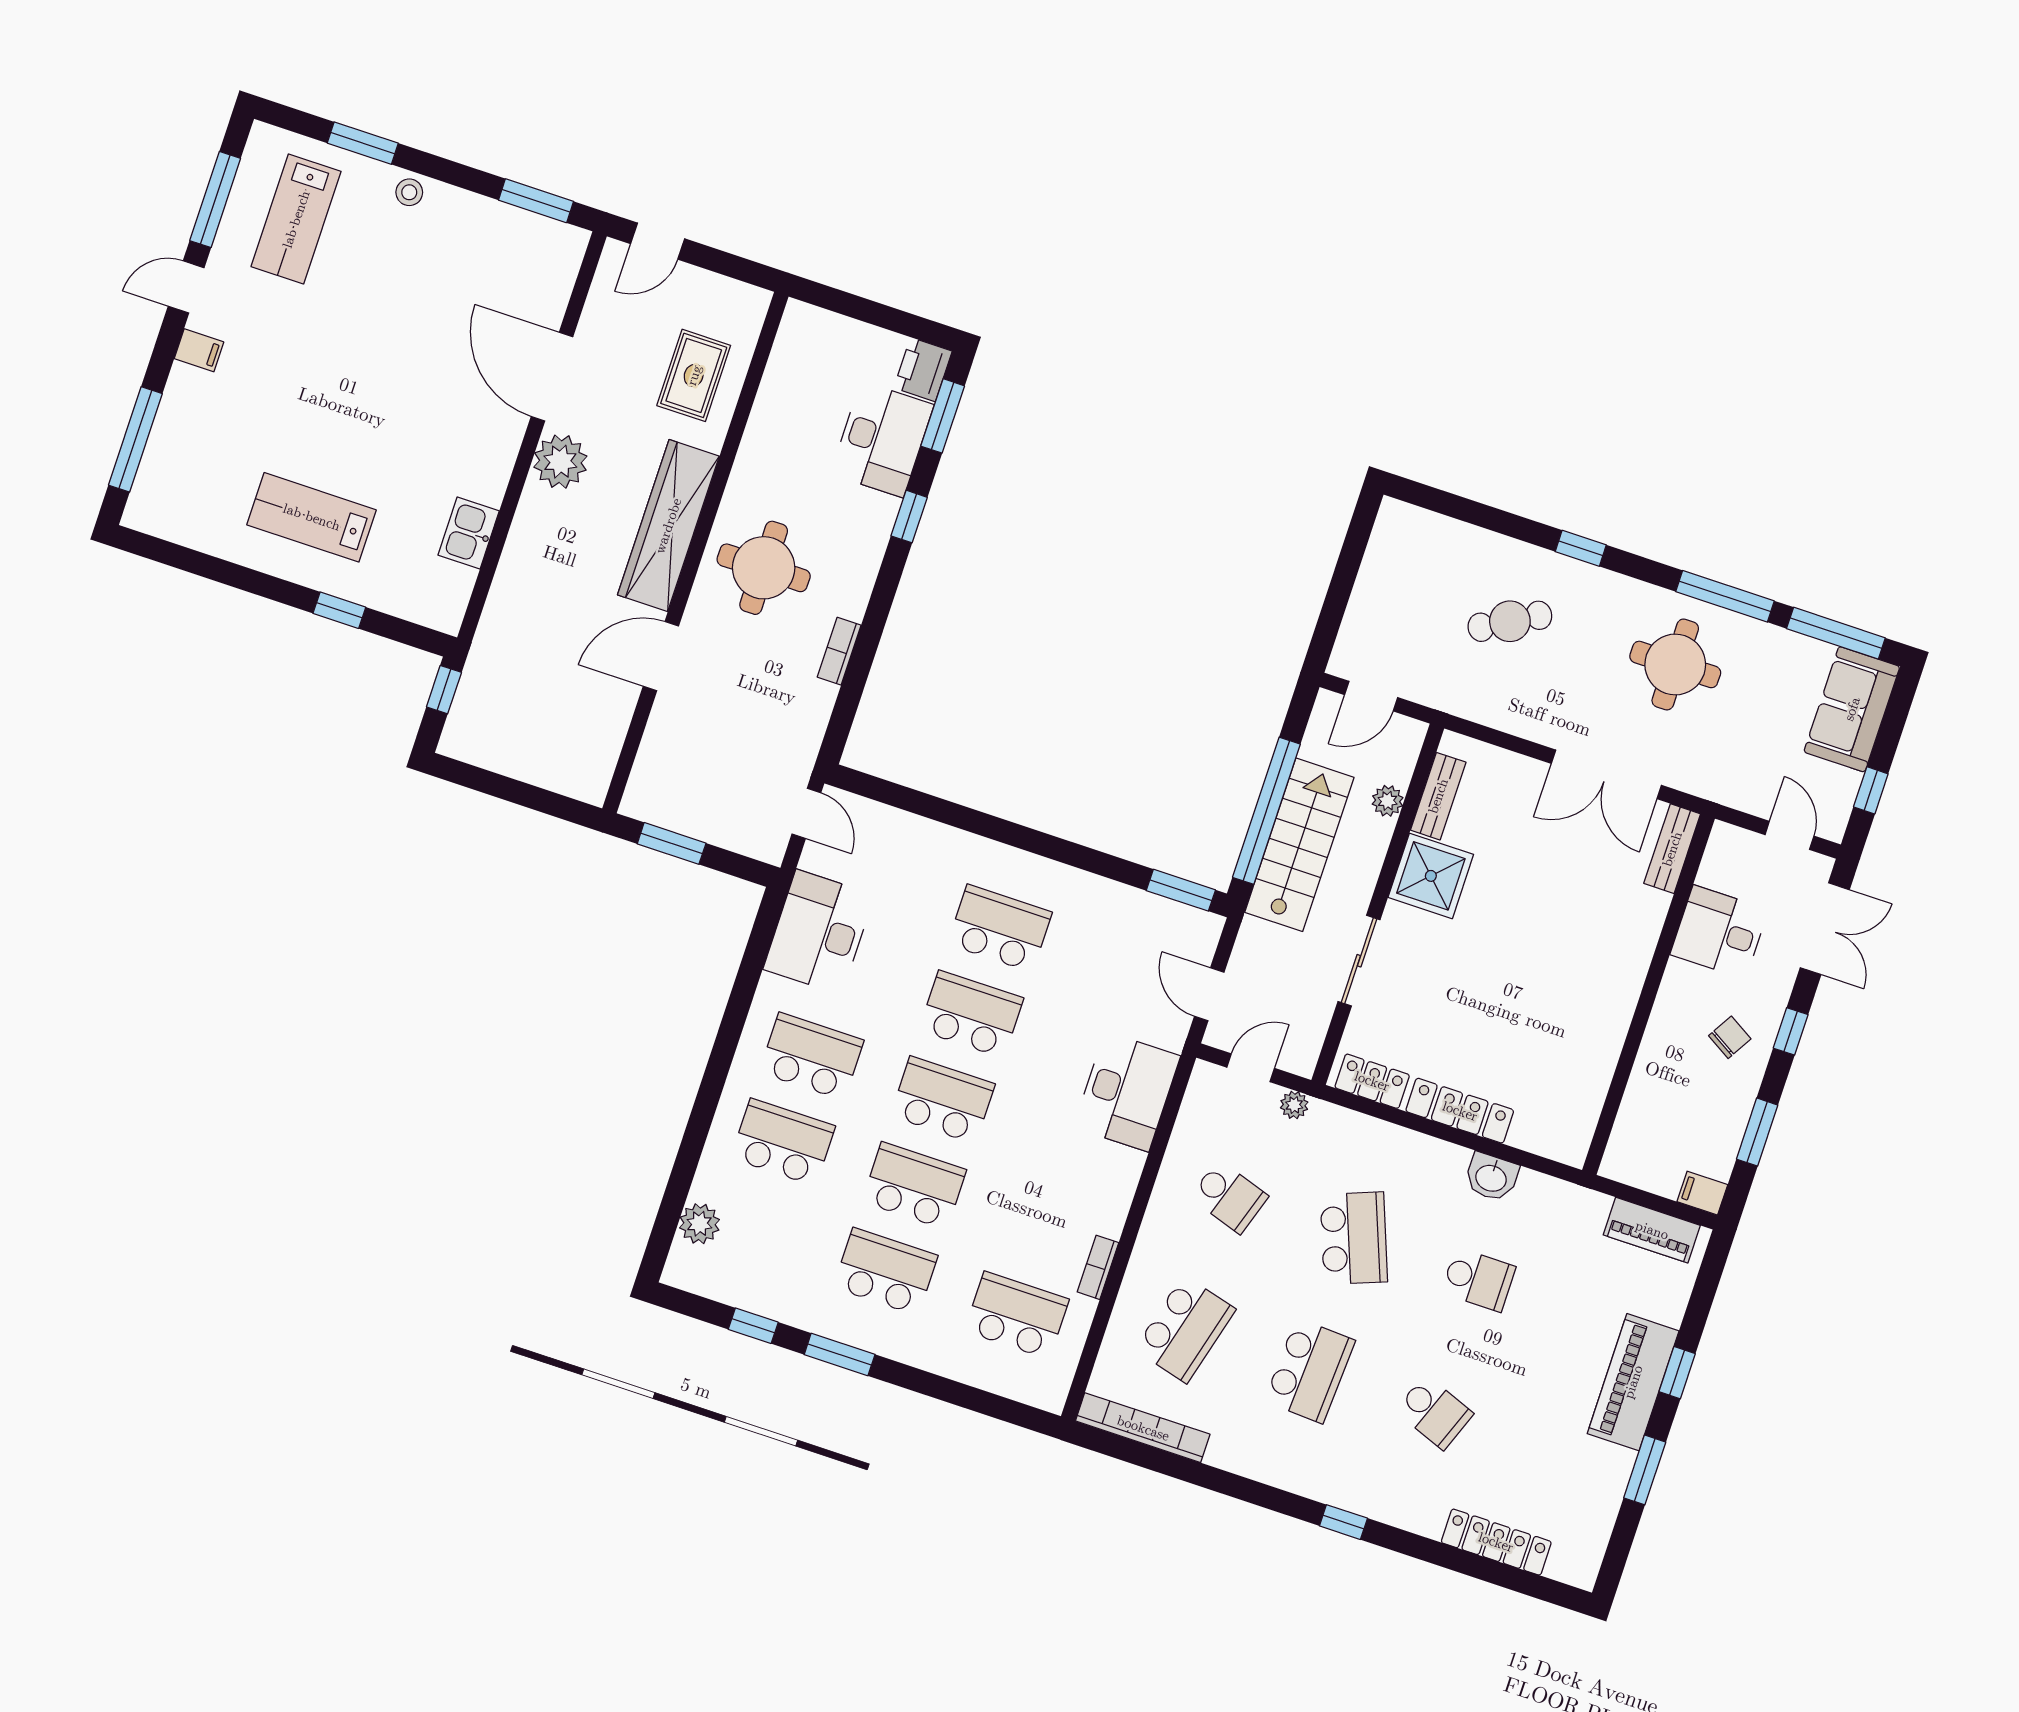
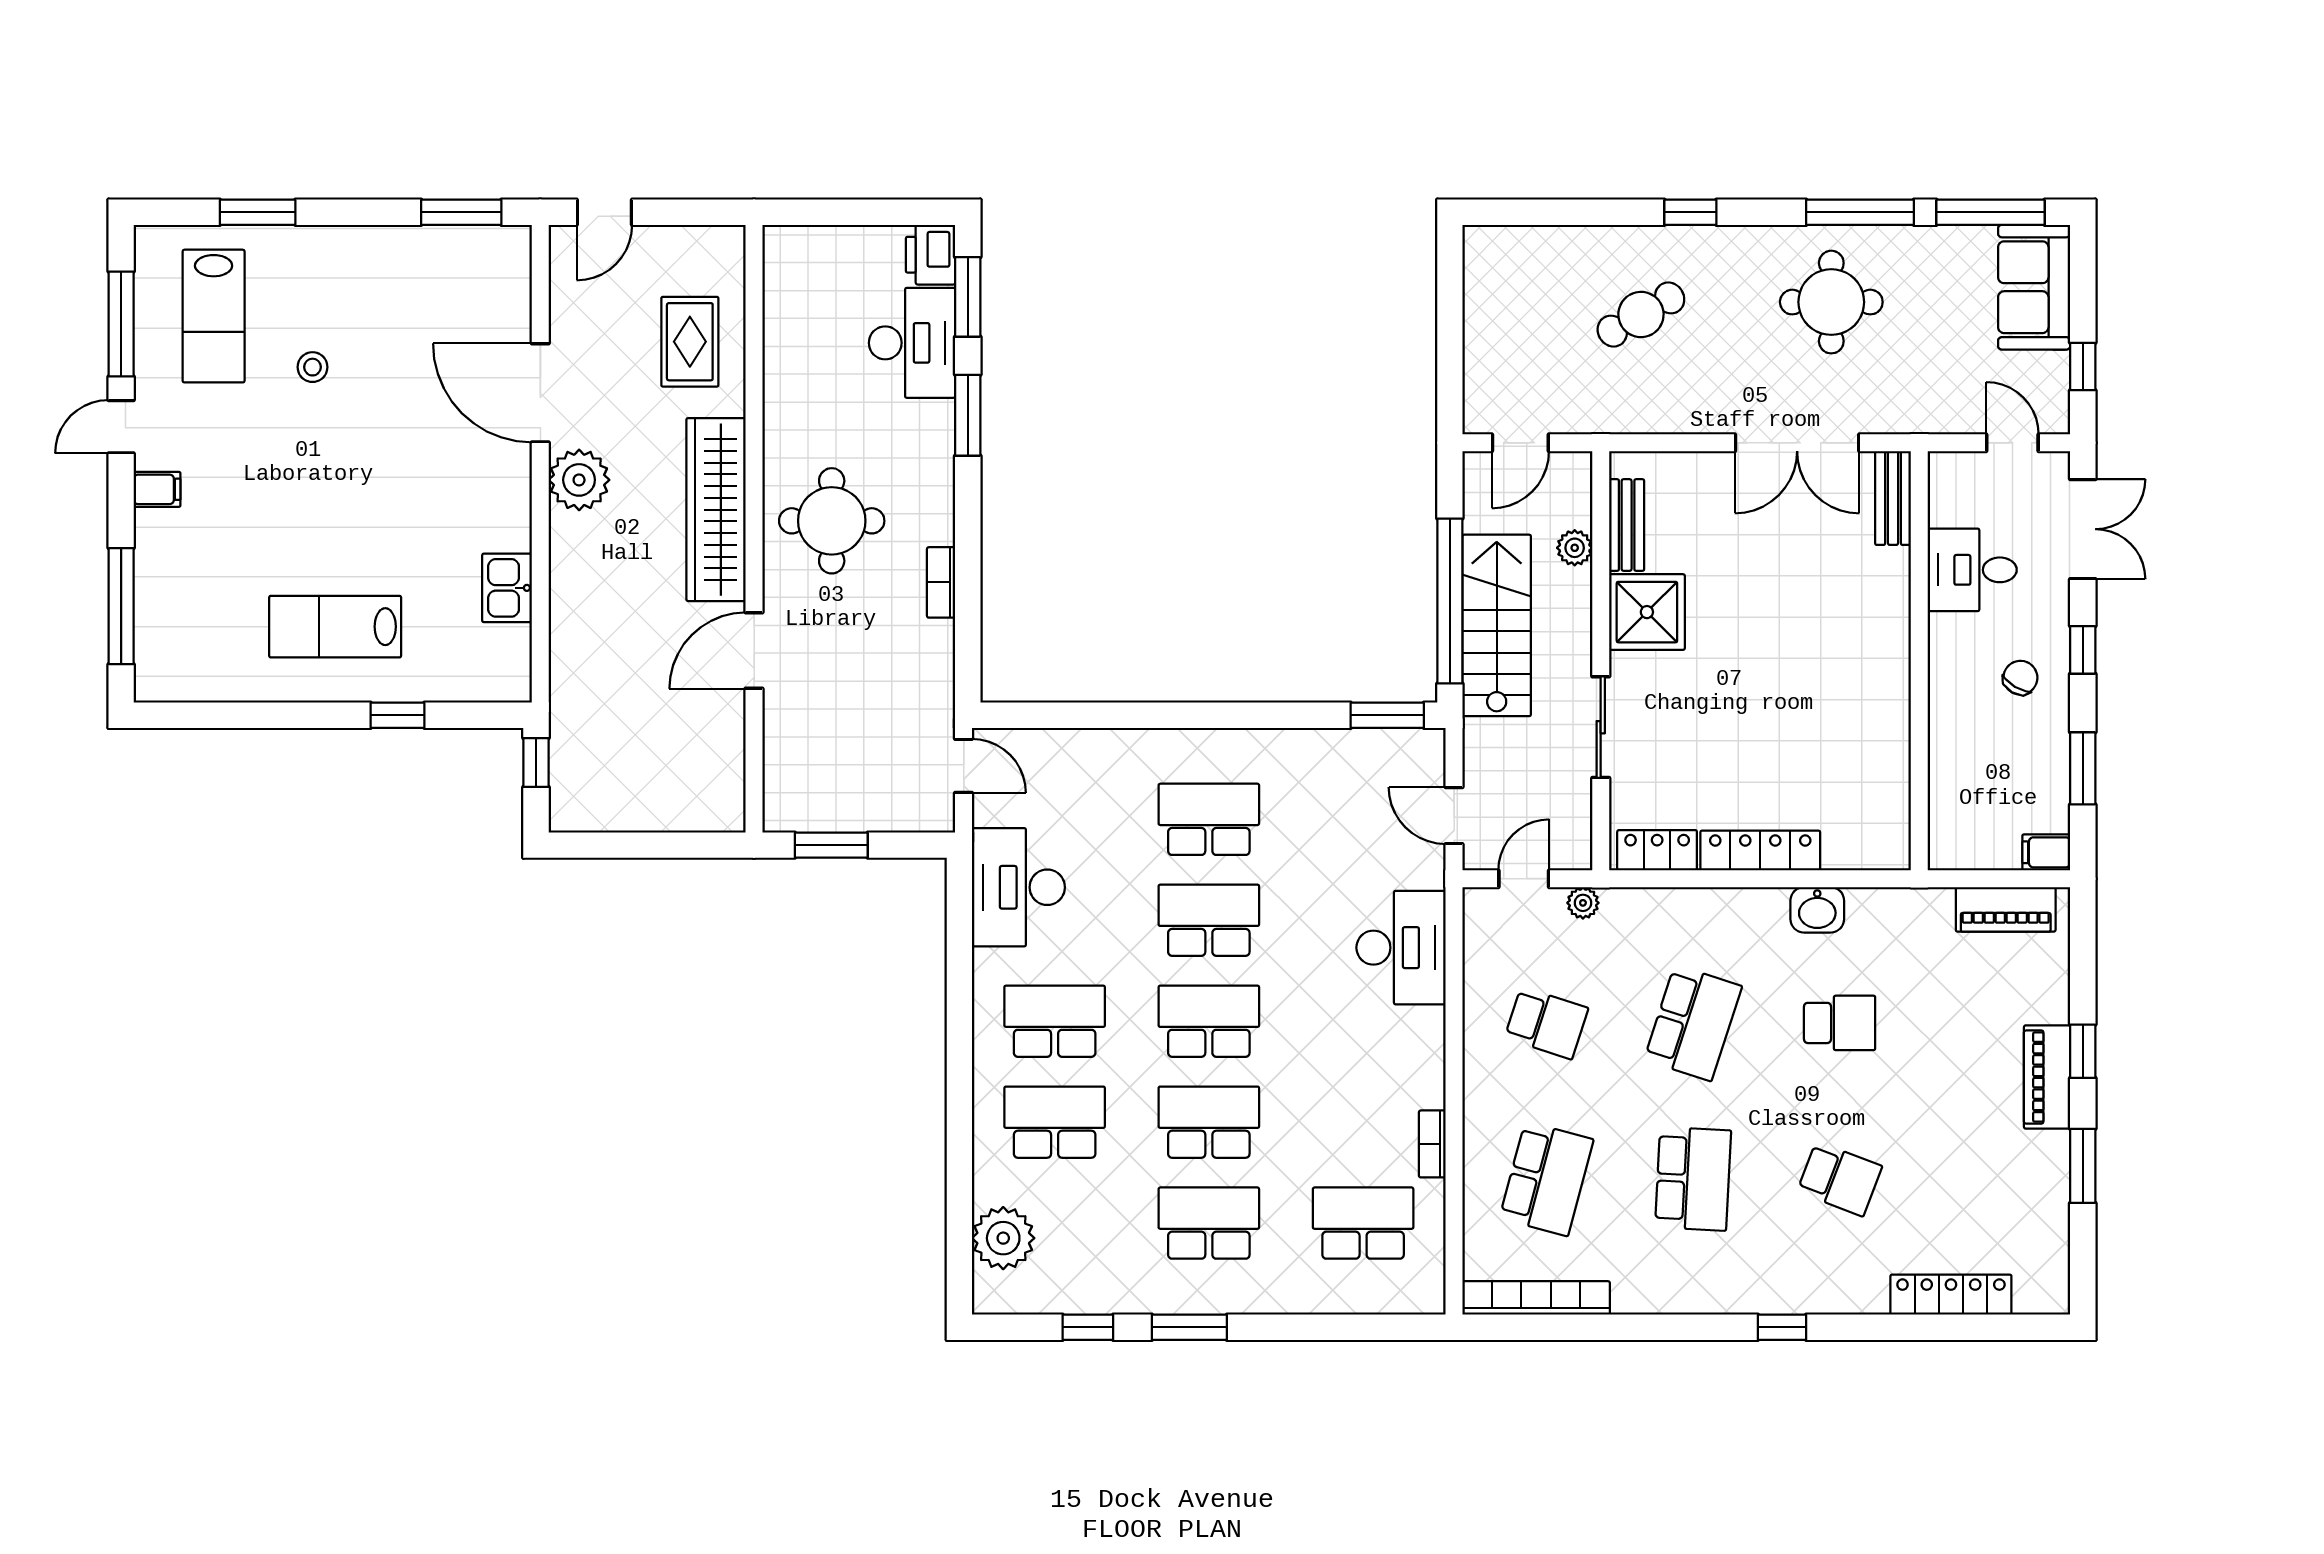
stool: (409, 192) -> (312, 367), moved
window: (909, 517) -> (968, 415), width x1.50
plant: (699, 1224) -> (1003, 1238), width x1.36, depth x1.36
school desk: (1354, 1238) -> (1693, 1023), turned 39
piano: (1633, 1382) -> (2047, 1077), width x0.73, depth x0.75

